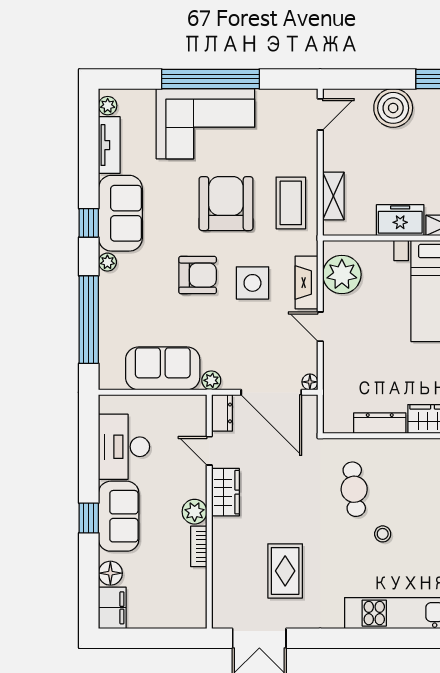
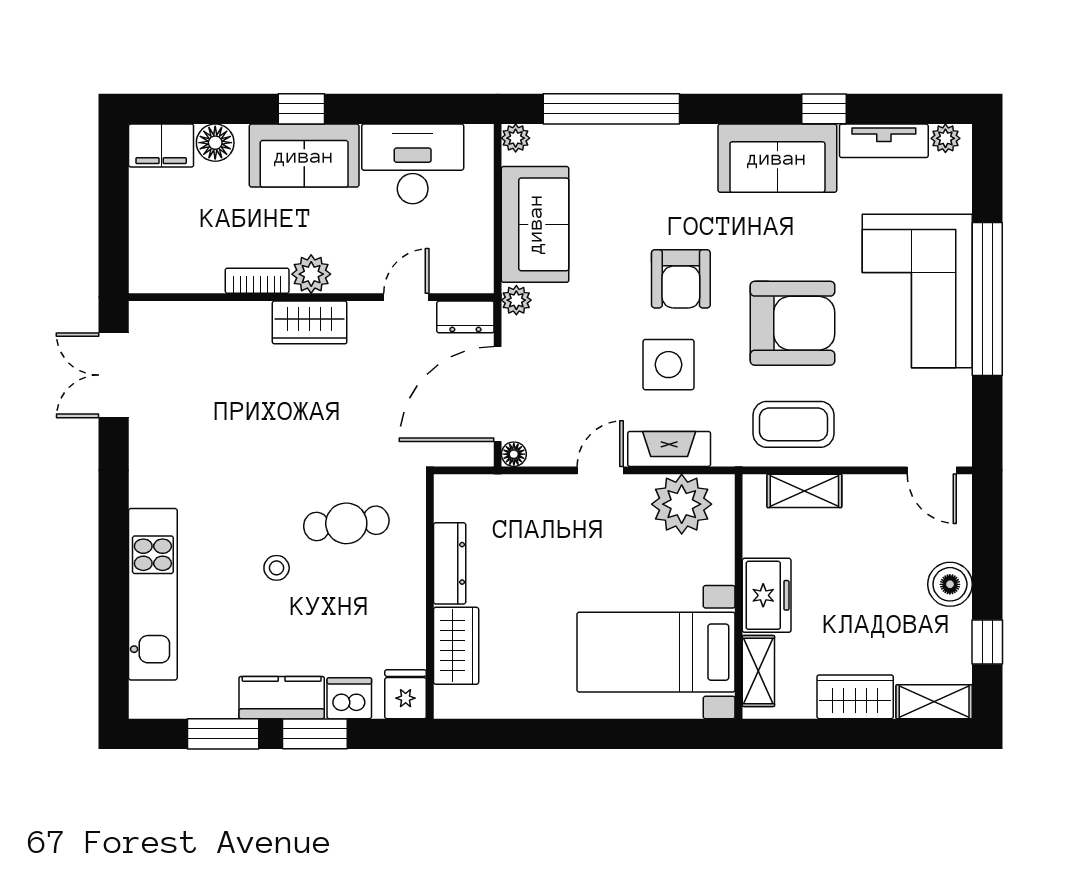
boiler: (393, 108) -> (950, 584), width x0.73, depth x0.73
window: (89, 223) -> (824, 109), moved
plant: (107, 262) -> (516, 138), moved
wardrobe: (225, 492) -> (310, 322), moved
rug: (285, 571) -> (219, 416), removed

